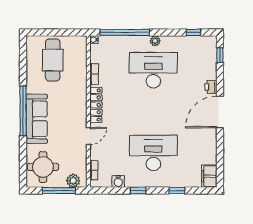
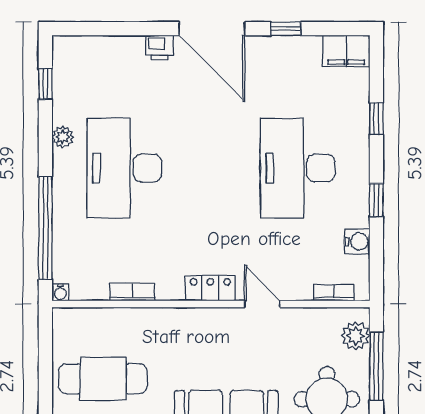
plant: (155, 41) -> (63, 137), moved
window: (220, 55) -> (286, 29), moved
locker: (96, 105) -> (210, 288), width x0.66

